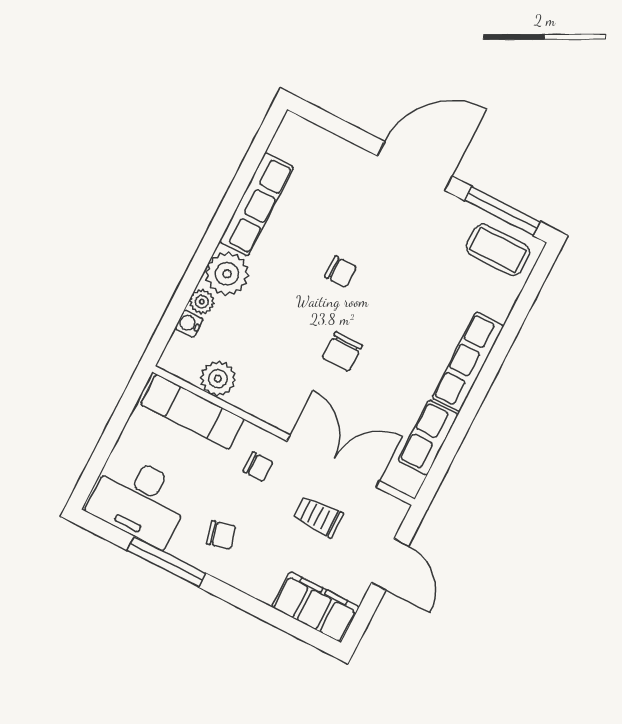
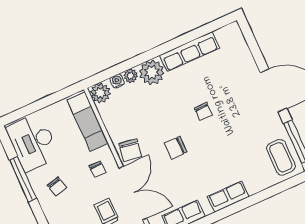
row of seats: (468, 362) -> (228, 196), width x0.68
plant: (218, 379) -> (100, 93), moved
chair: (283, 405) -> (130, 150), added

